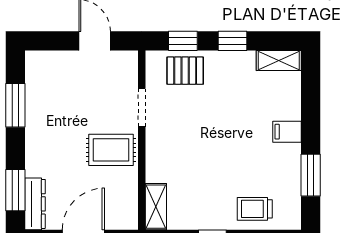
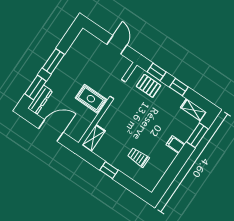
window: (15, 105) -> (53, 61), moved
window: (311, 175) -> (197, 135), moved
trolley: (255, 209) -> (138, 157), moved

